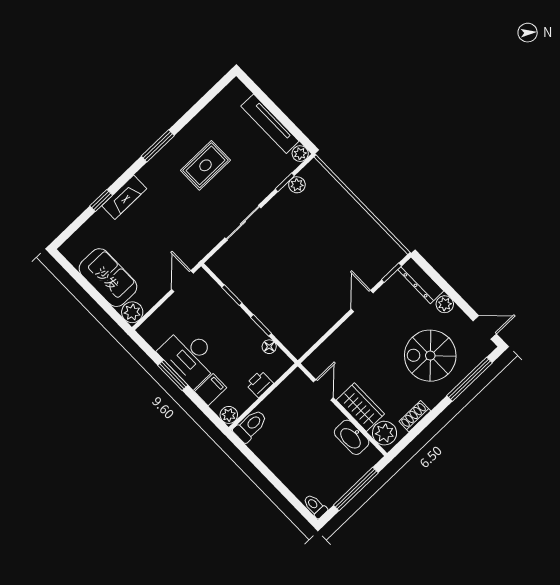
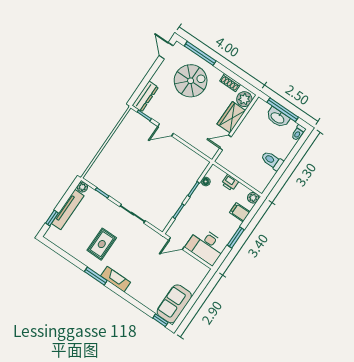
window: (262, 97) -> (52, 218), added
rug: (205, 165) -> (102, 244), turned 90
plant: (297, 185) -> (102, 185), removed
fireplace: (124, 197) -> (116, 279), moved
window: (101, 200) -> (160, 320), moved
sofa: (108, 278) -> (174, 304), moved
plant: (445, 304) -> (157, 78), removed
plant: (132, 312) -> (202, 271), removed
desk: (190, 356) -> (206, 246), moved, turned 90
spiral stairs: (430, 356) -> (191, 81), turned -90
toilet: (250, 426) -> (272, 161), moved
washbasin: (352, 437) -> (278, 118), moved, turned 90

